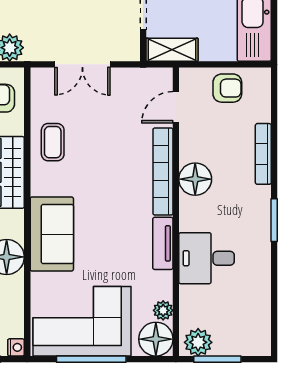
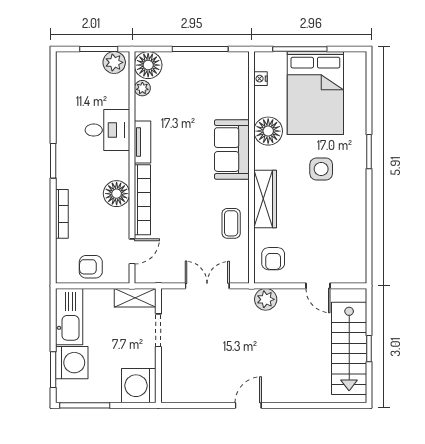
corner sofa: (82, 321) -> (208, 79), removed
nightstand: (16, 347) -> (261, 79), moved

